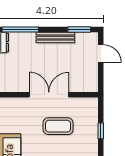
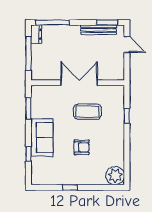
bench: (55, 38) -> (99, 30), moved

